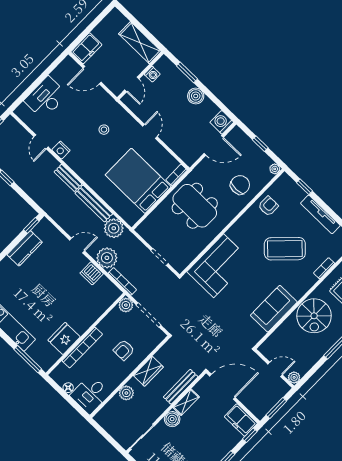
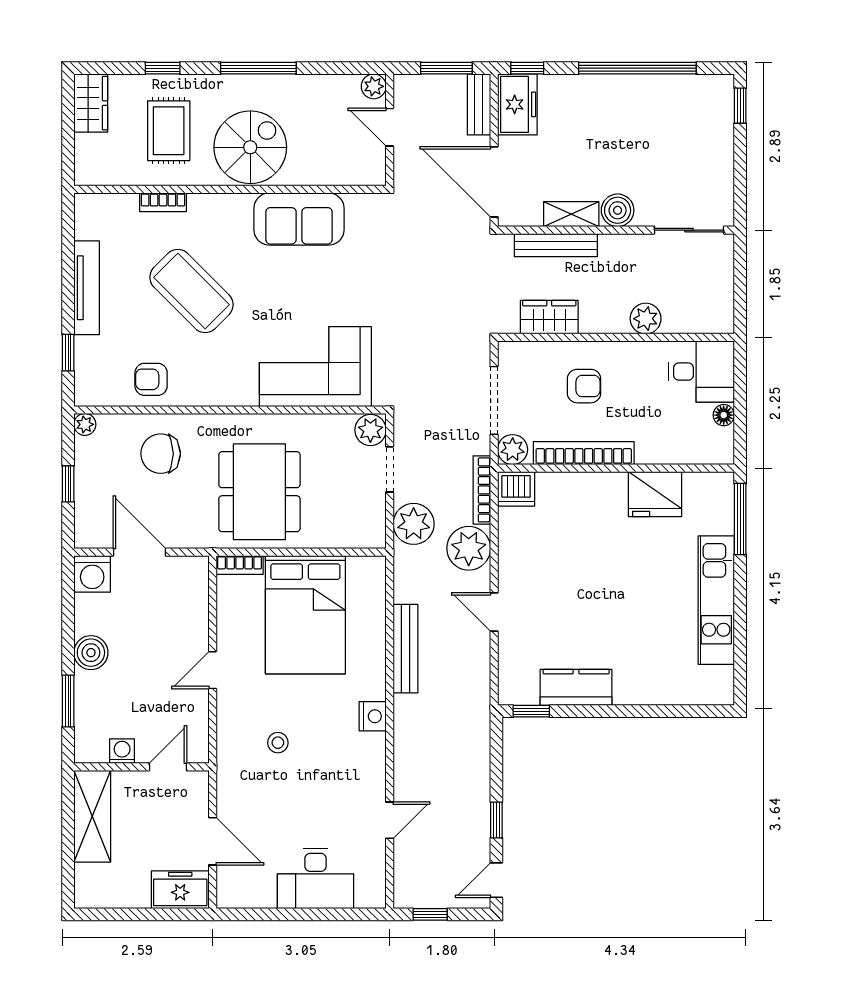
nightstand: (61, 150) -> (373, 716), moved
bench: (68, 178) -> (479, 104), moved
plant: (114, 228) -> (414, 524), moved
plant: (179, 264) -> (370, 430), added
dishwasher: (92, 273) -> (516, 489), moved, turned 90
bookcase: (82, 347) -> (584, 453), moved
wardrobe: (148, 371) -> (549, 317), moved

